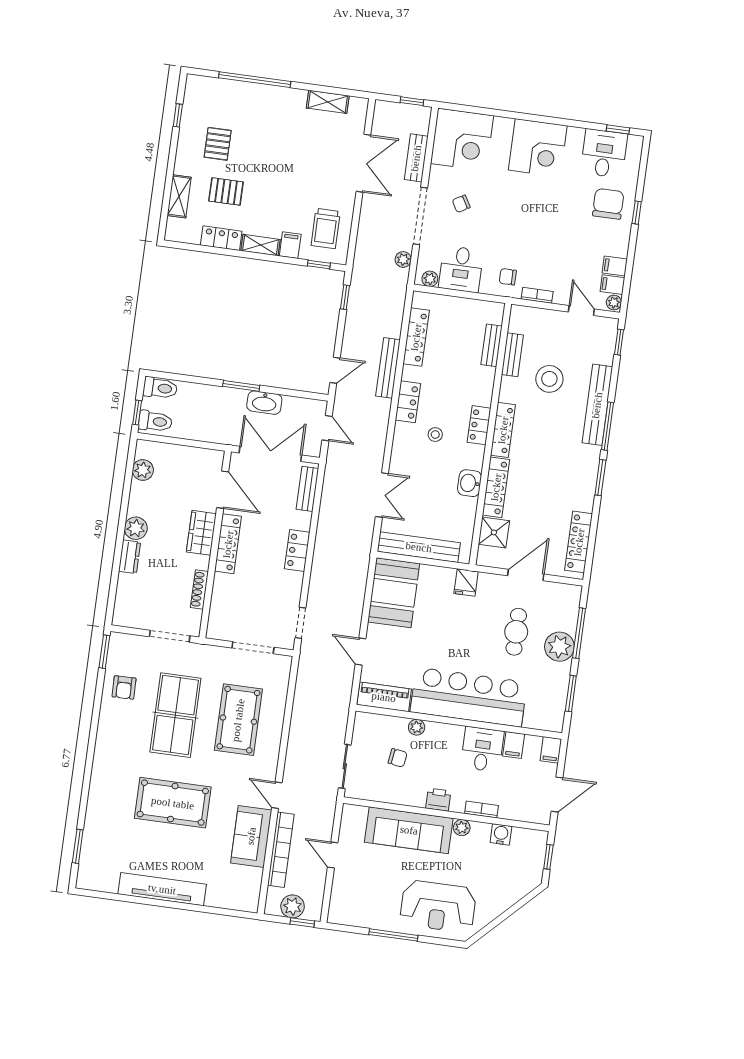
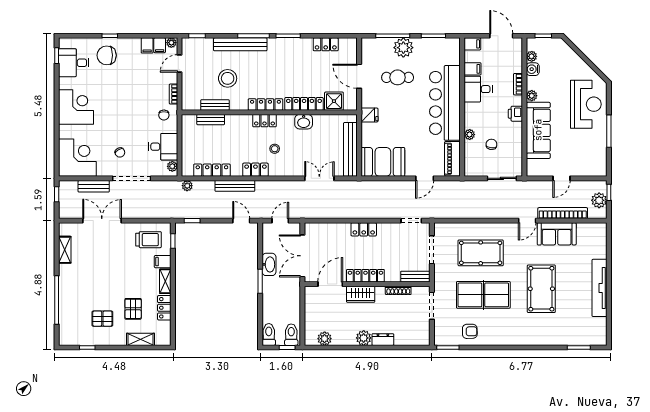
plant: (403, 259) -> (187, 186), moved
bench: (307, 489) -> (415, 277), moved
locker: (579, 542) -> (326, 44), width x0.66
plant: (520, 835) -> (532, 56), added

